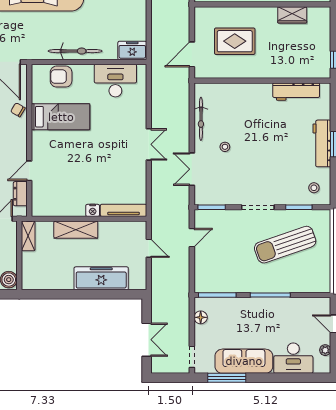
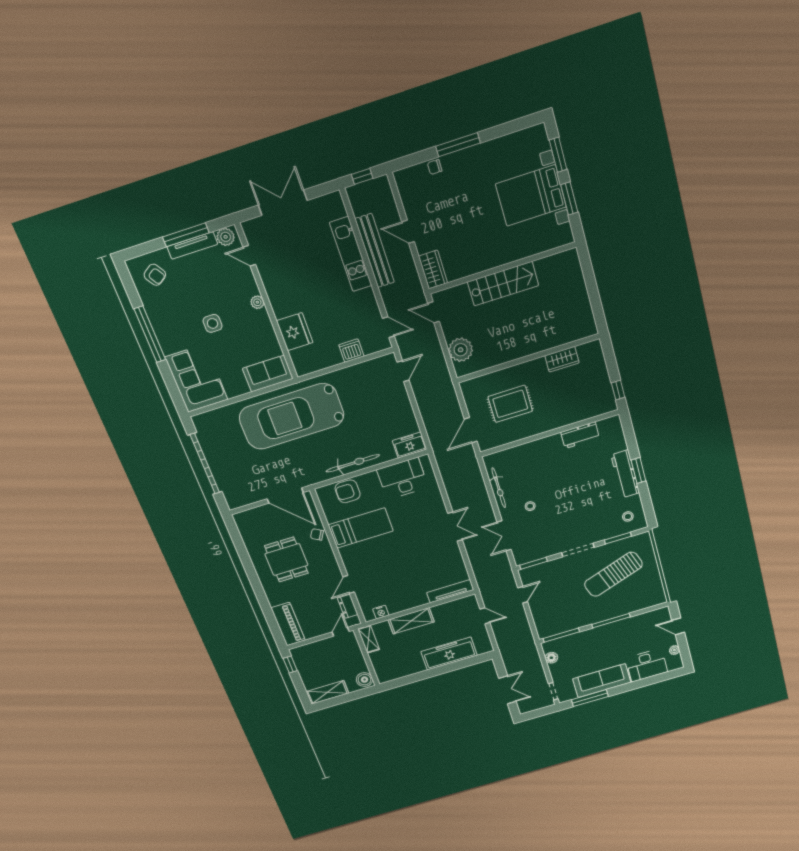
workbench: (296, 92) -> (580, 435), width x0.73
nightstand: (93, 210) -> (381, 612), moved

